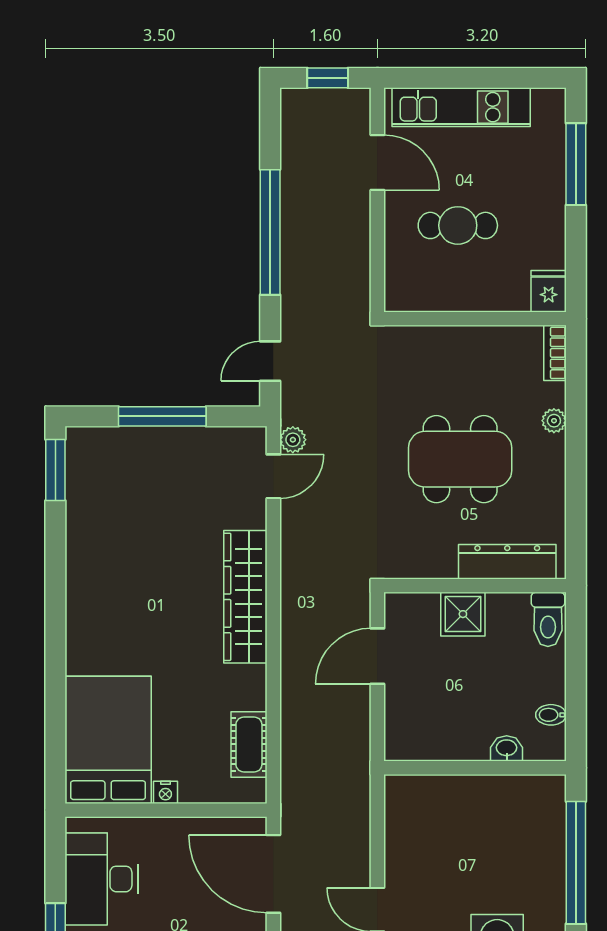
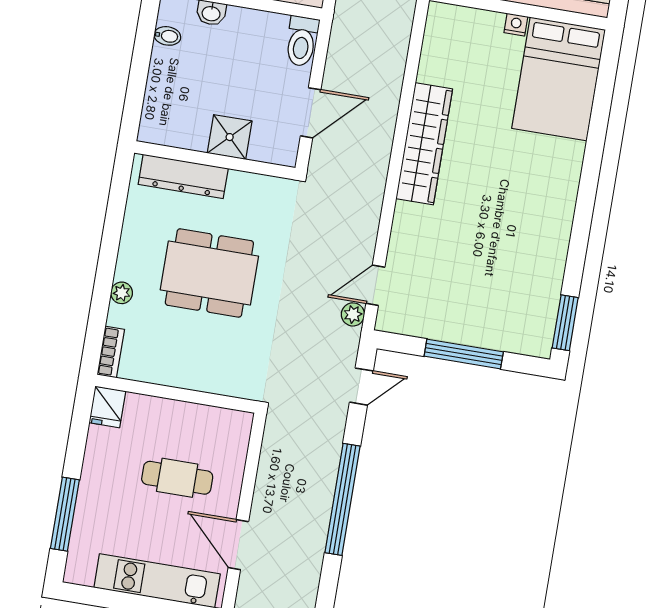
wardrobe: (245, 597) -> (424, 144), moved
toilet: (548, 619) -> (302, 41), moved, turned 180
cot: (249, 744) -> (436, 54), removed

